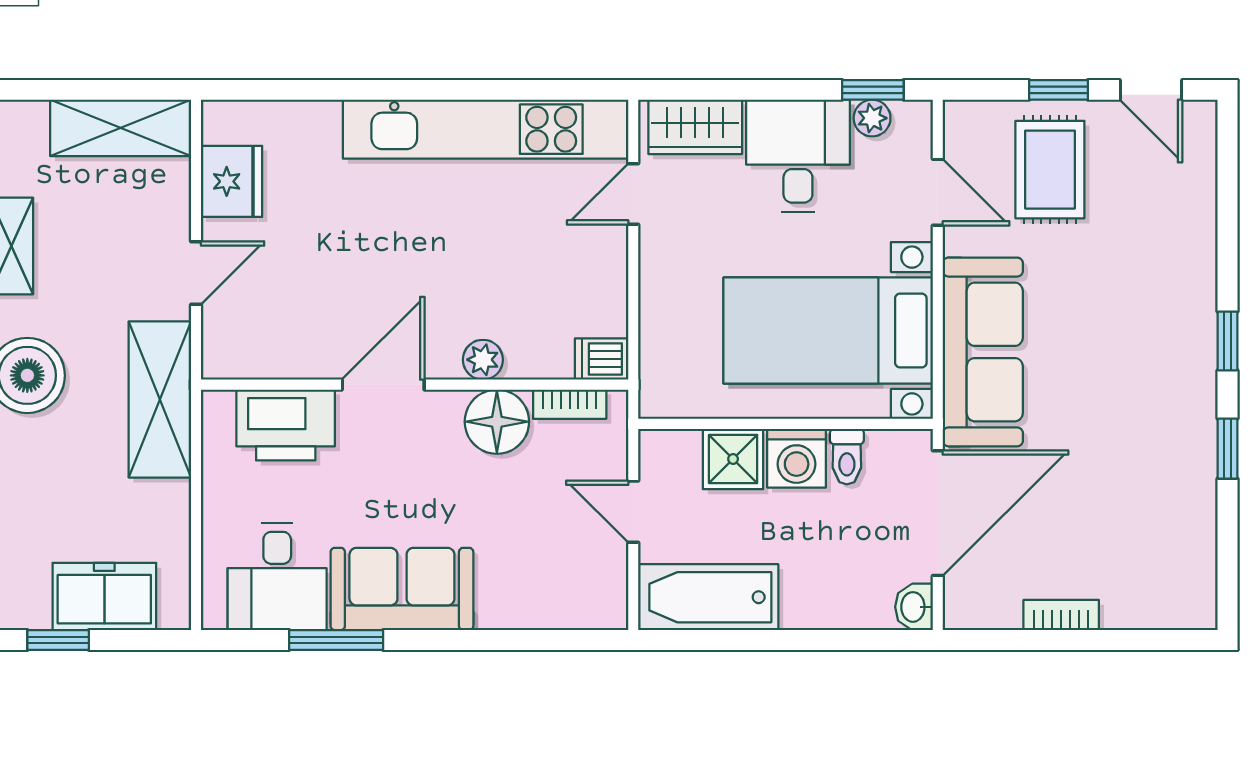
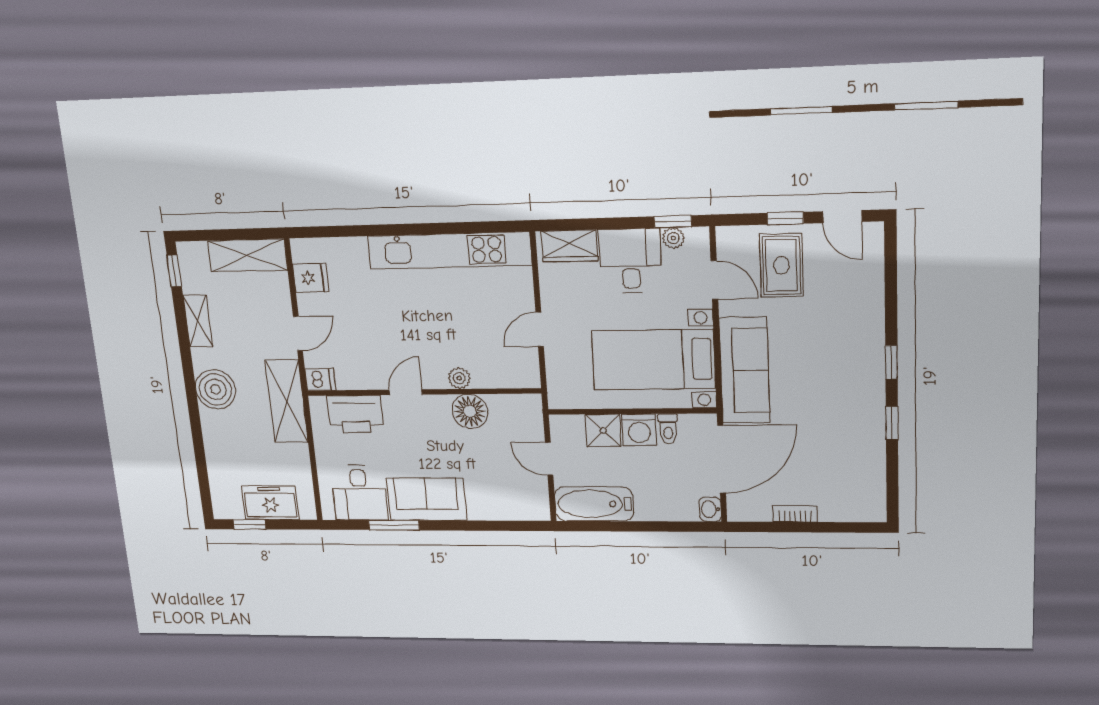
fridge: (232, 181) -> (311, 278), width x0.72
door: (633, 194) -> (540, 329), moved
dishwasher: (602, 359) -> (320, 379), moved, turned 180
door: (383, 385) -> (406, 392), width x0.73
bookcase: (570, 404) -> (509, 402), removed

